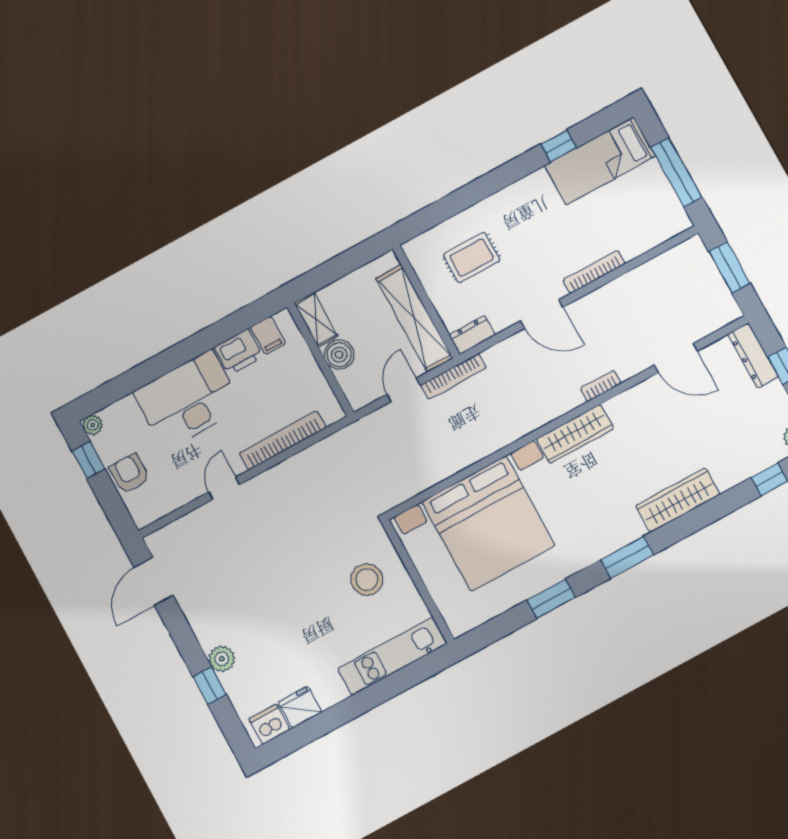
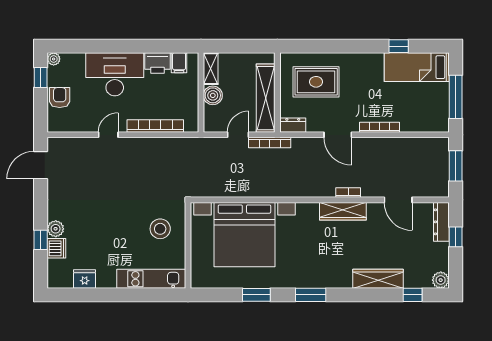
rug: (472, 258) -> (316, 82), width x1.36, depth x1.43
wardrobe: (575, 434) -> (343, 211), moved
wardrobe: (678, 500) -> (378, 279), moved
dishwasher: (269, 724) -> (56, 248), moved, turned 90

